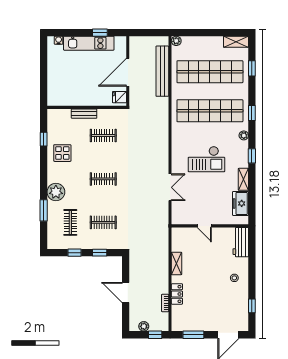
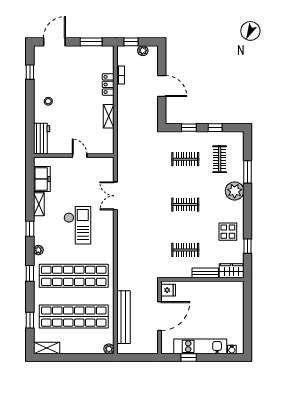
wardrobe: (59, 116) -> (232, 271), added
checkout: (206, 159) -> (77, 225), turned 90

